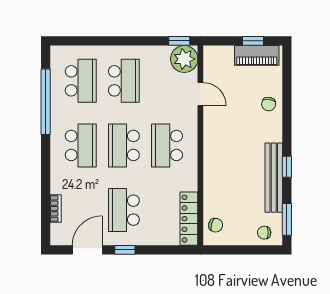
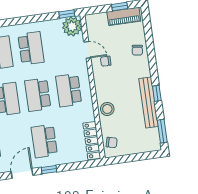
stool: (216, 179) -> (107, 109), added
chair: (264, 233) -> (106, 61), moved

